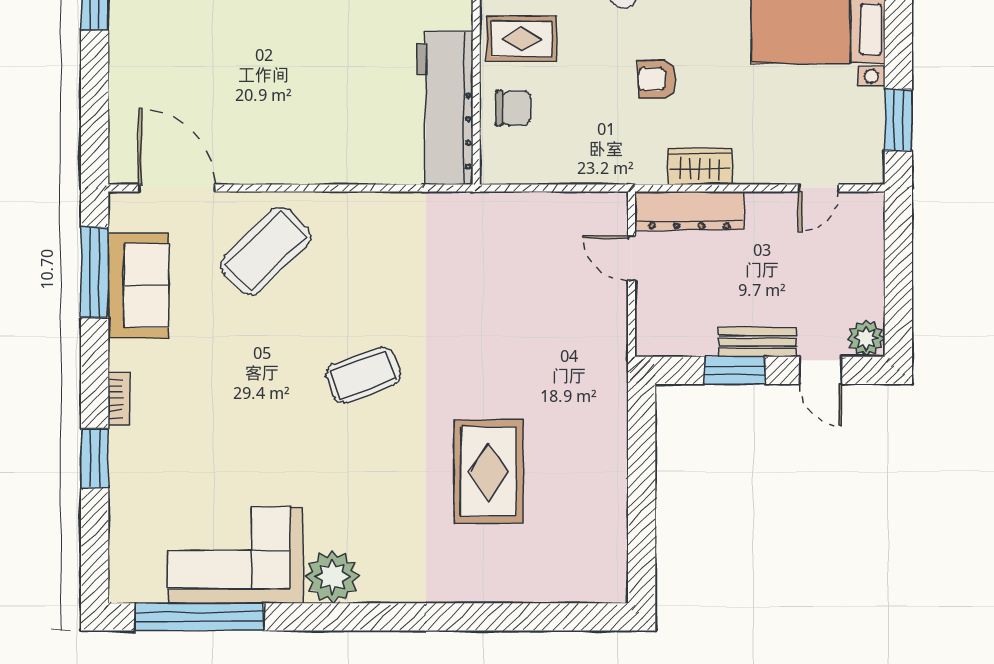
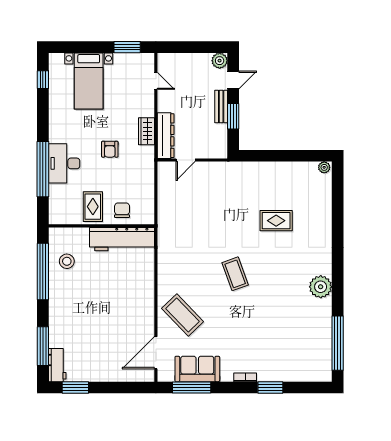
rug: (489, 472) -> (276, 221), width x0.73, depth x0.70
corner sofa: (235, 555) -> (311, 328), removed
plant: (614, 585) -> (324, 167), added

